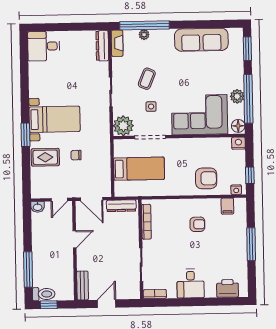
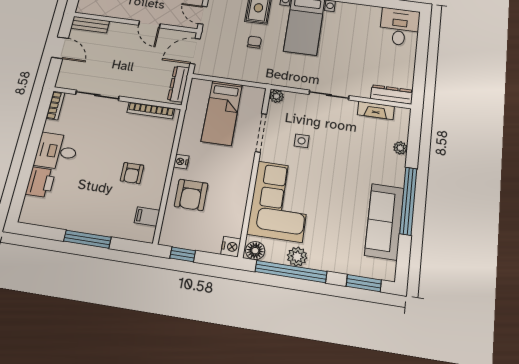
window: (145, 25) -> (408, 201), moved
fireplace: (117, 43) -> (376, 110), moved
coffee table: (147, 79) -> (340, 142), removed
plant: (123, 126) -> (277, 96), width x0.53, depth x0.53
nightstand: (236, 190) -> (181, 162), moved
printer: (228, 288) -> (40, 182), moved

